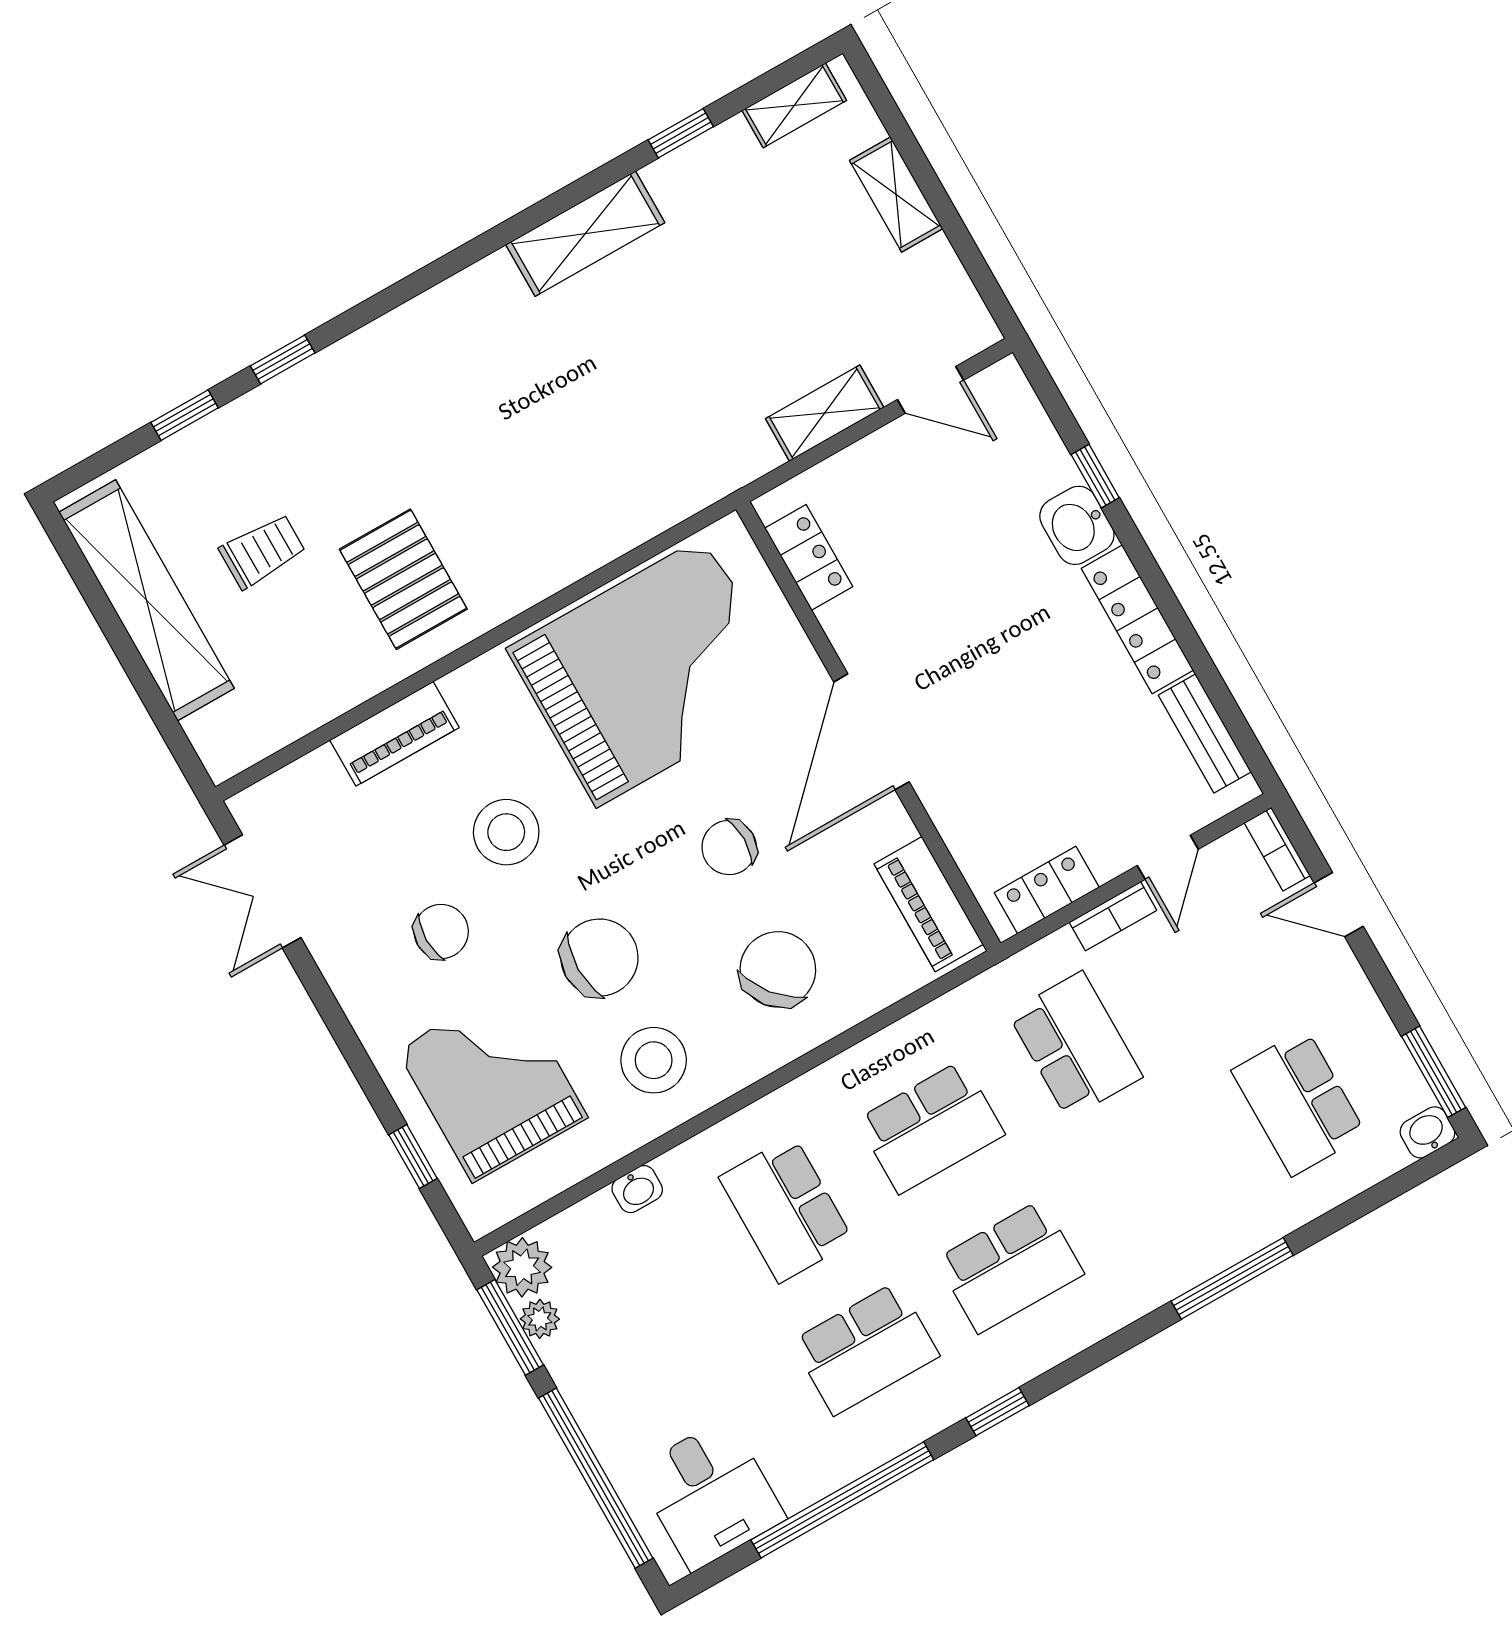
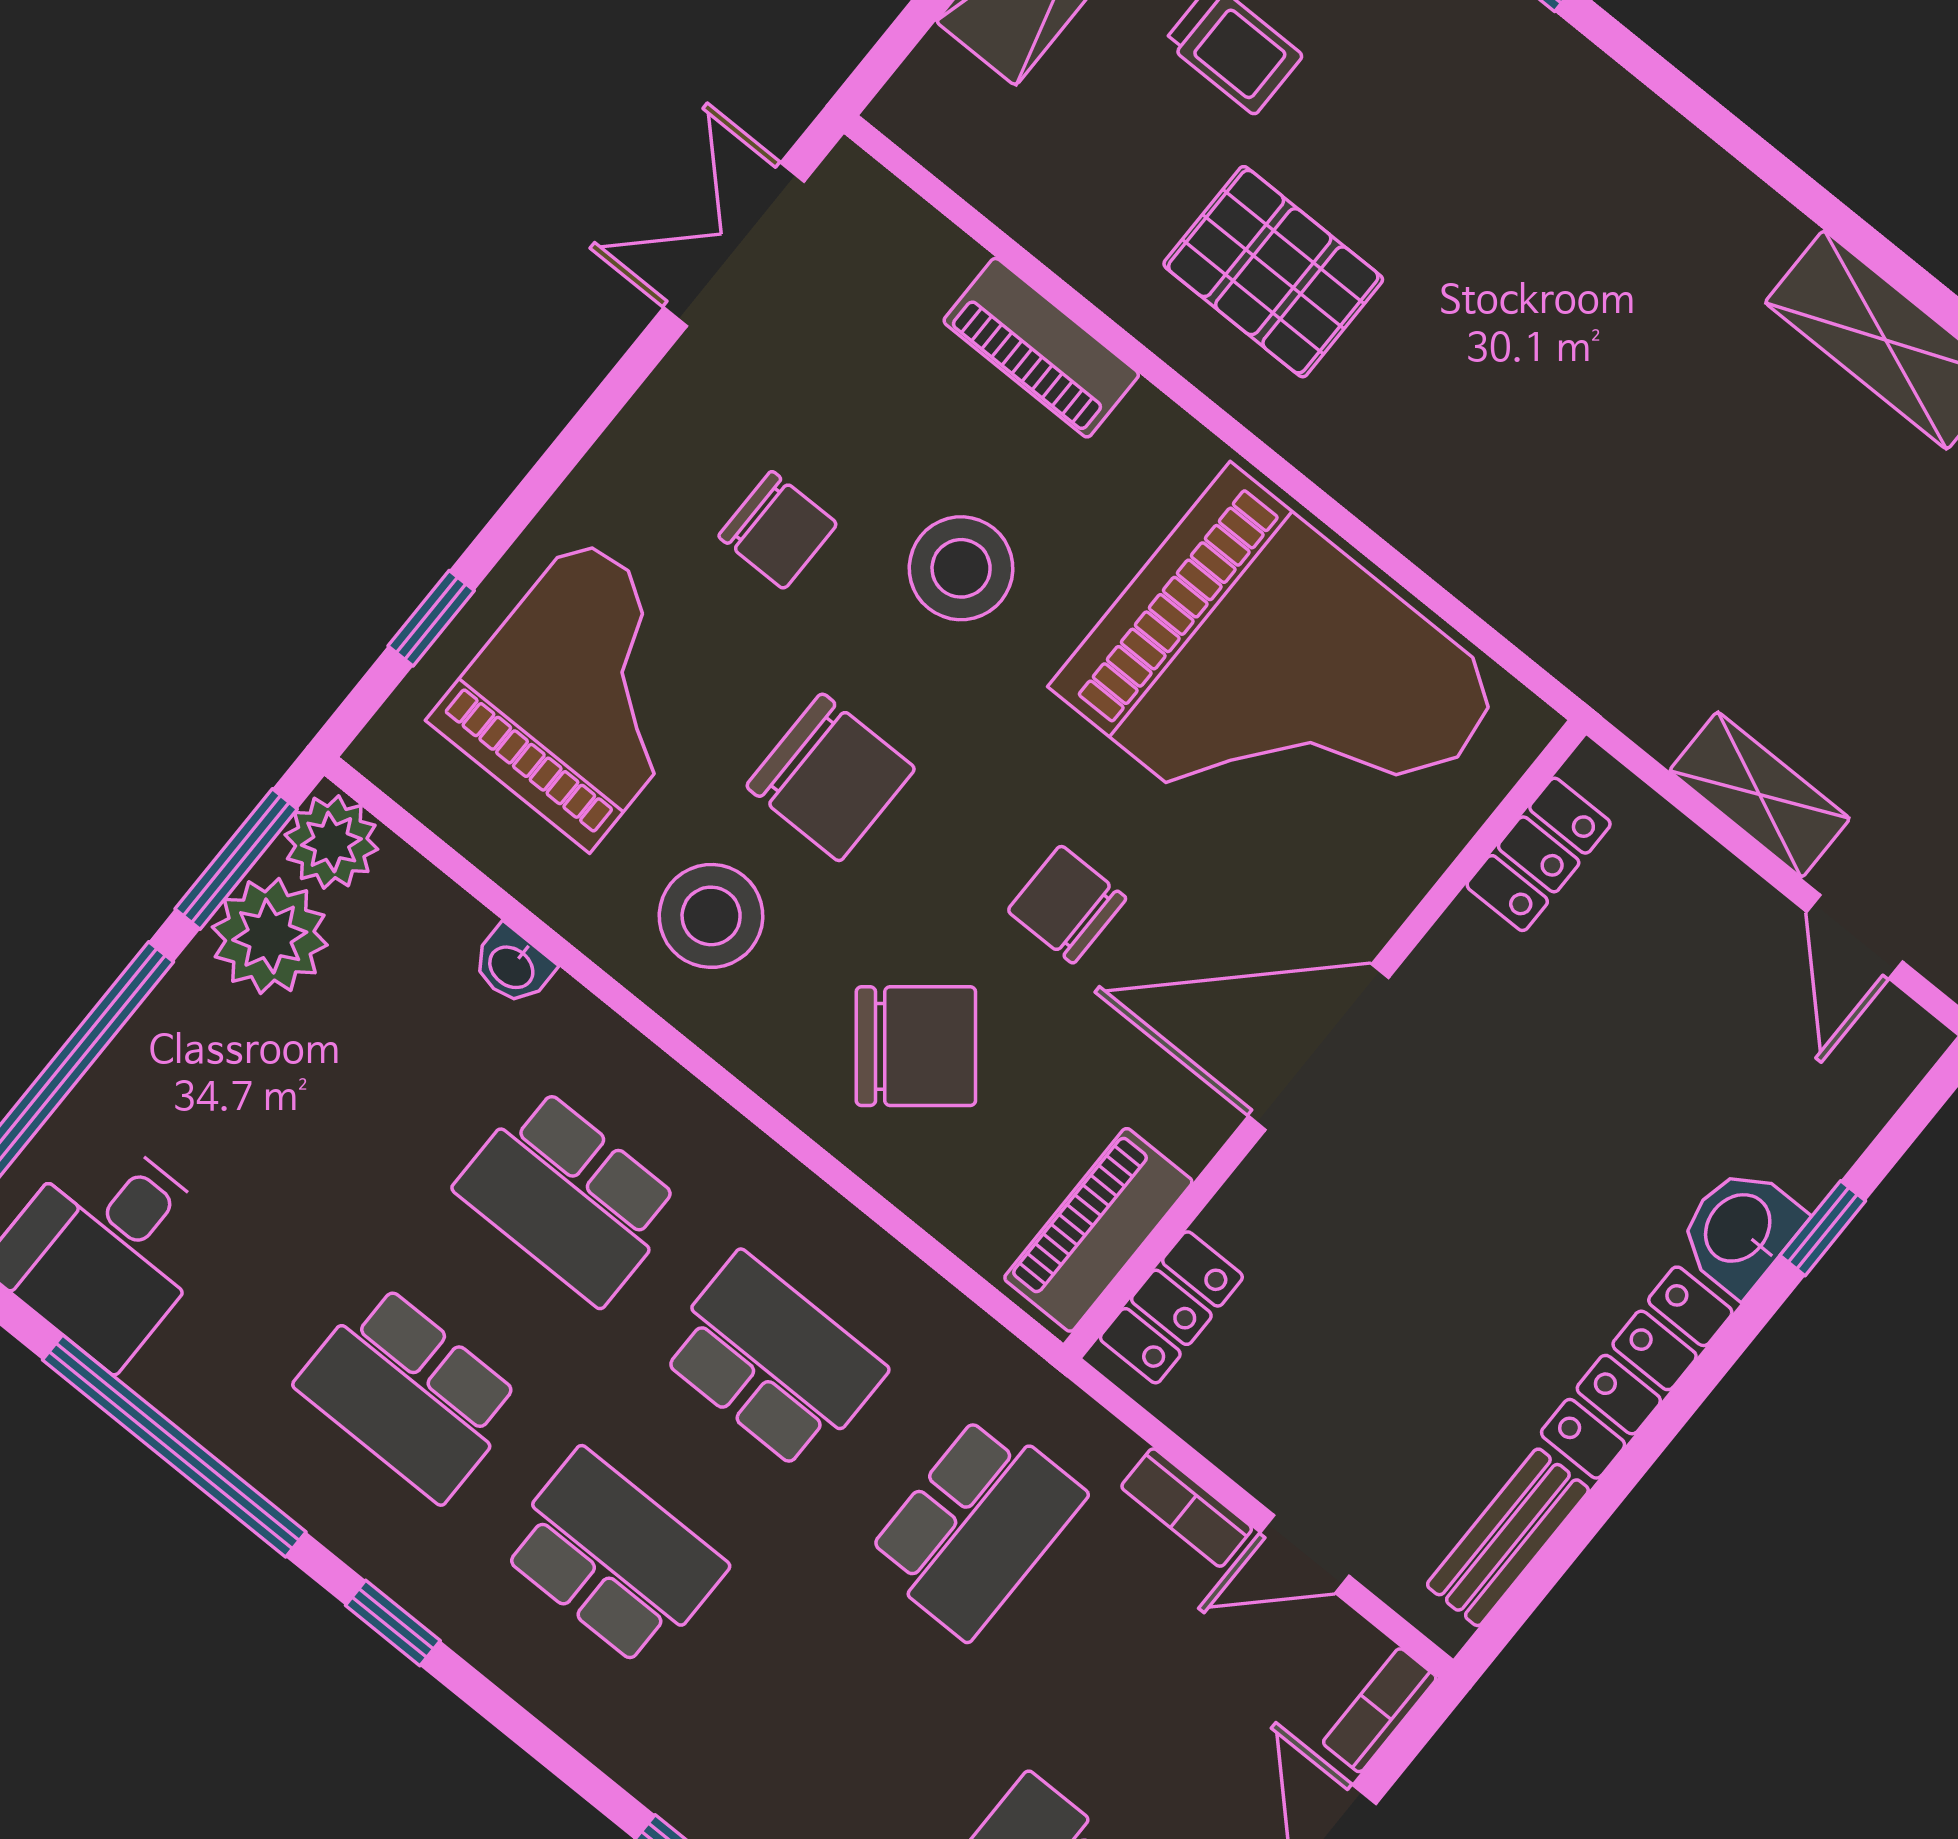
pallet: (403, 579) -> (1273, 272), turned 90
locker: (1047, 890) -> (1171, 1307), moved, turned 90
school desk: (931, 1127) -> (772, 1361), turned 180
school desk: (786, 1209) -> (569, 1196), turned -90
school desk: (1010, 1267) -> (613, 1558), turned 180
plant: (540, 1319) -> (270, 936), width x1.88, depth x1.88

